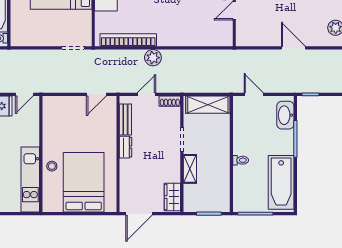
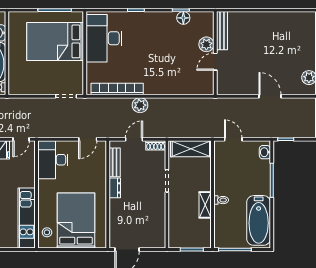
washbasin: (285, 115) -> (265, 152), width x0.52, depth x0.69
desk: (59, 117) -> (53, 160), added
stool: (52, 166) -> (47, 232), moved
shelving: (190, 169) -> (205, 205), moved
wardrobe: (172, 197) -> (158, 234), removed

